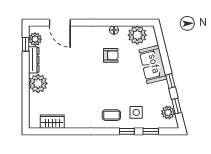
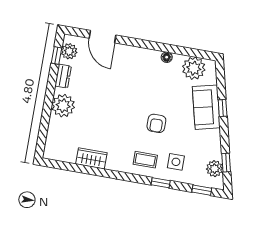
armchair: (111, 55) -> (156, 123), moved, turned 90
dresser: (34, 60) -> (63, 76), width x0.70
window: (170, 81) -> (223, 108), moved
wardrobe: (52, 122) -> (91, 158), moved
window: (151, 131) -> (202, 190), moved

